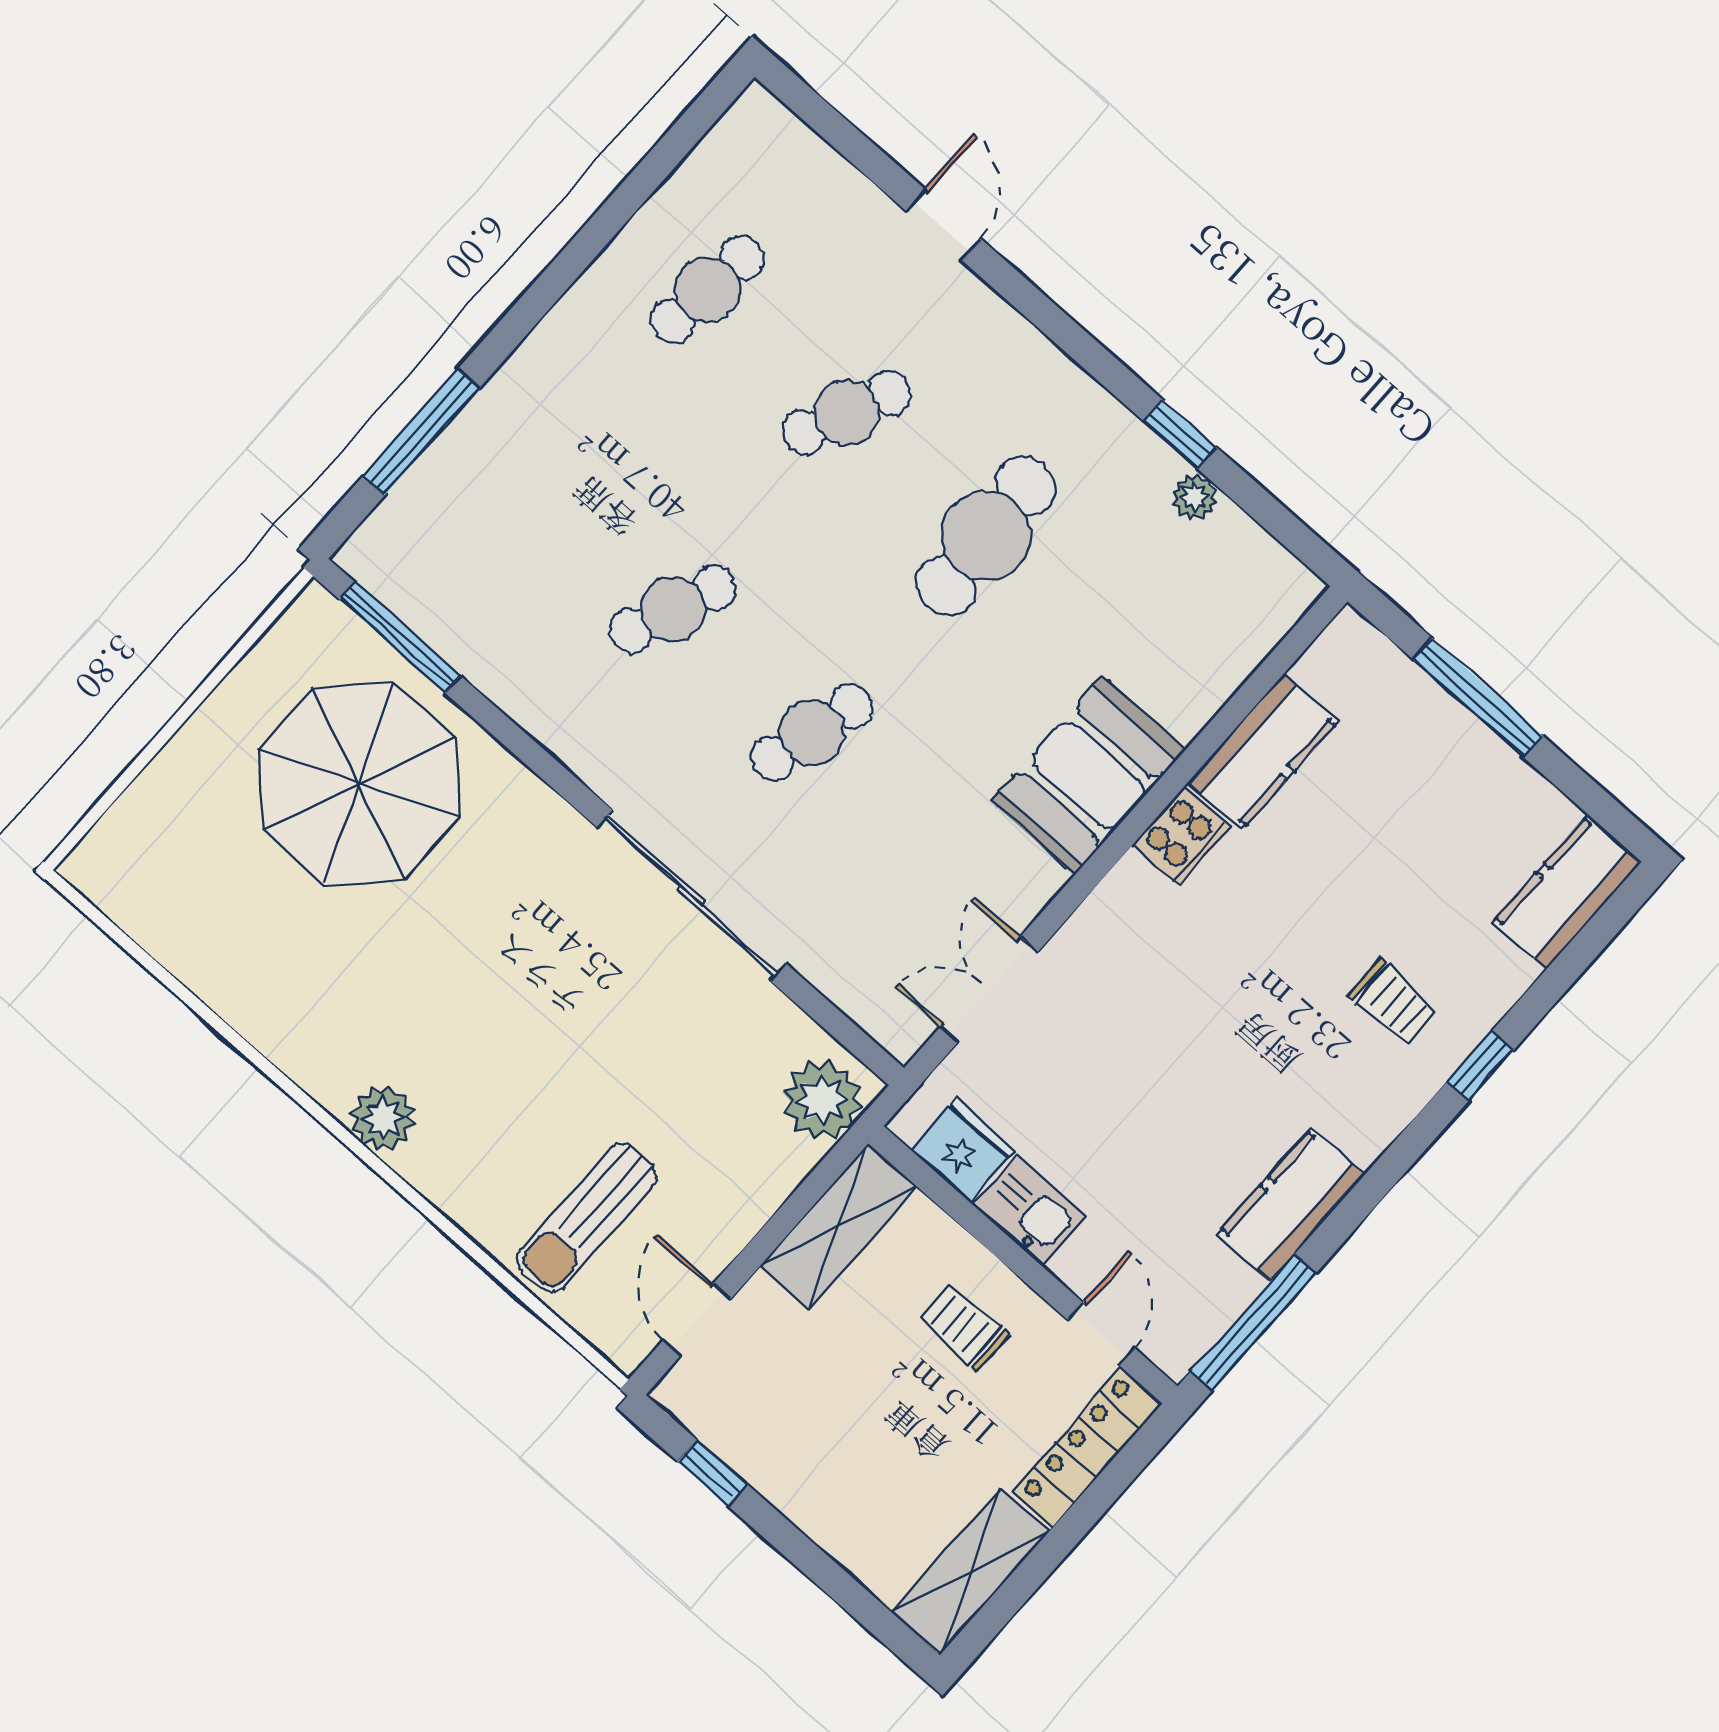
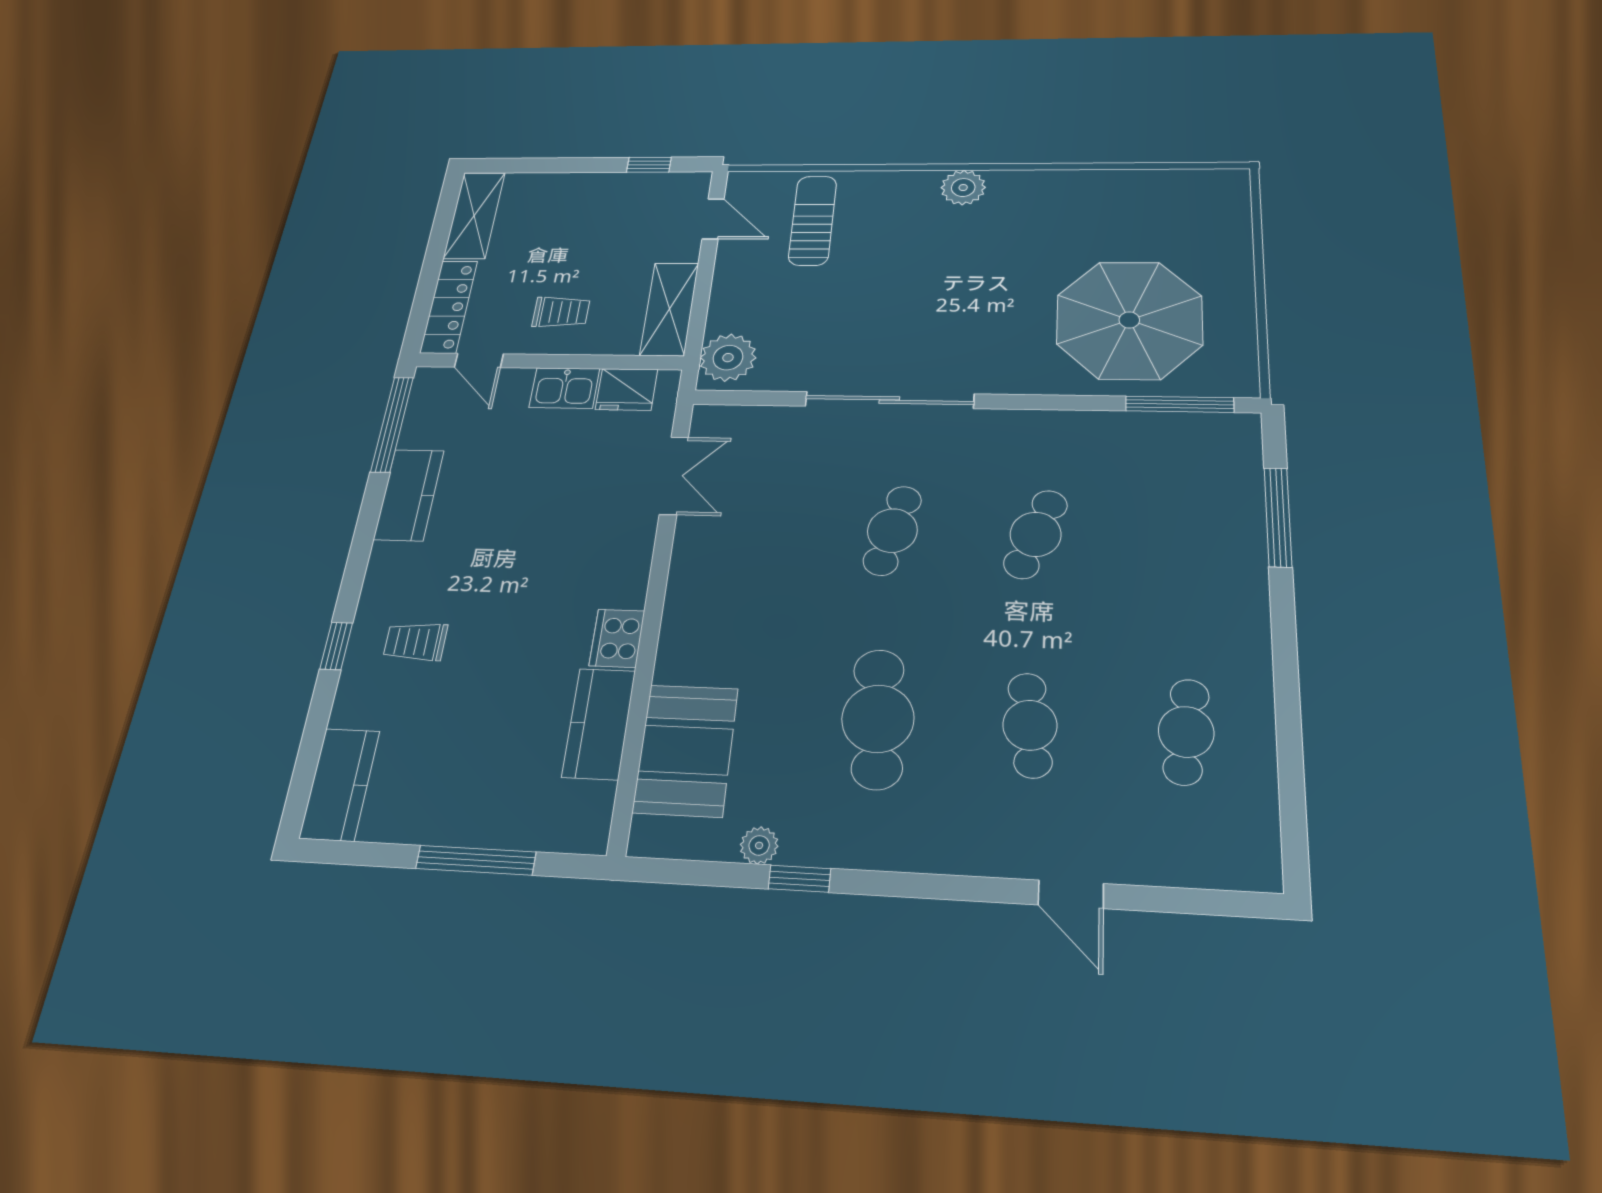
cafe table: (847, 413) -> (1030, 725), turned -30
booth: (1088, 775) -> (686, 750), moved

